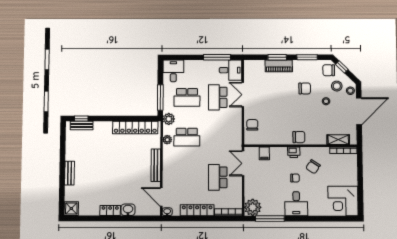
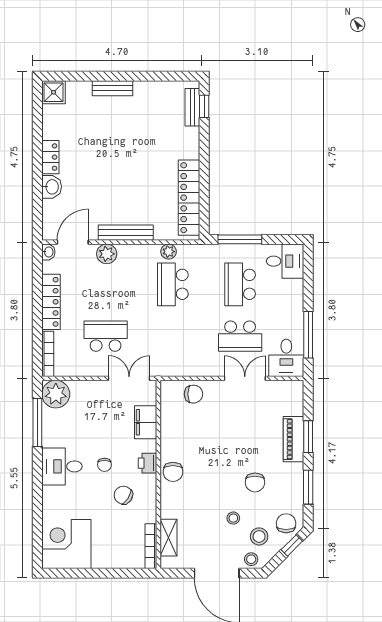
school desk: (218, 97) -> (240, 336), turned 180
plant: (169, 119) -> (107, 254), moved
filing cabinet: (264, 153) -> (146, 422), width x2.00

